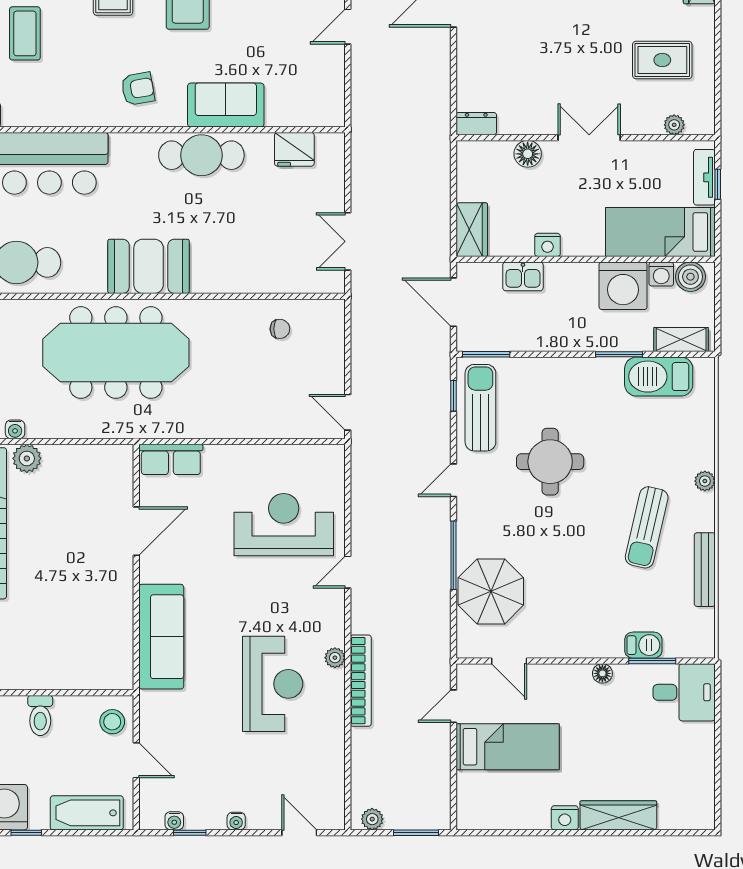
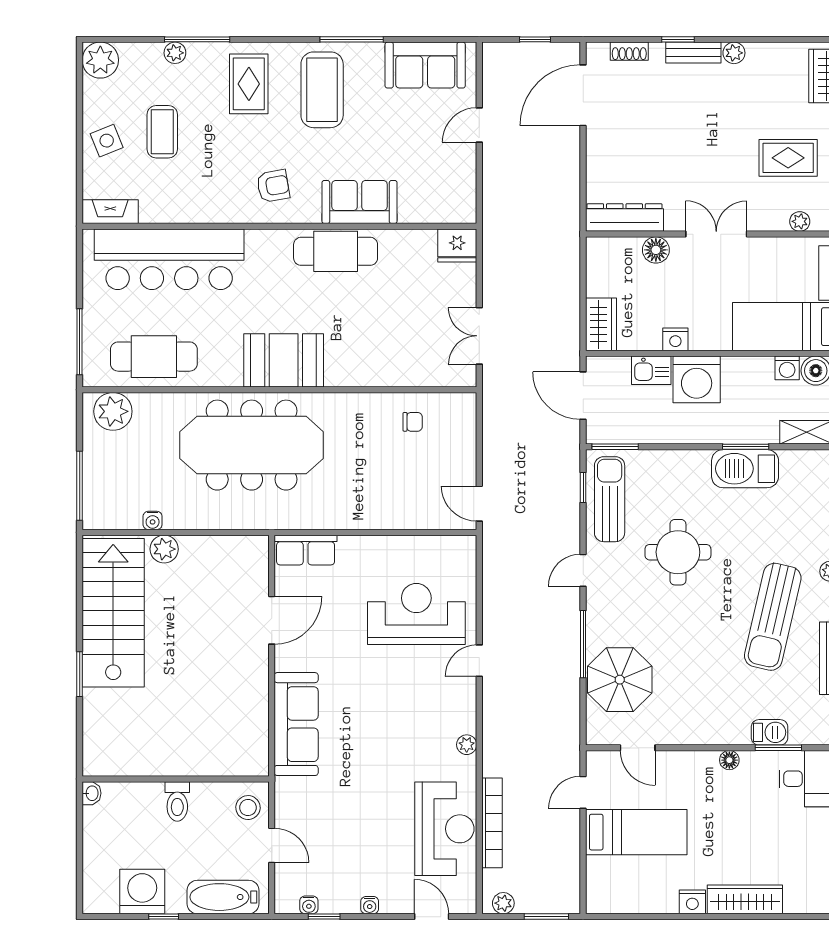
dresser: (476, 124) -> (624, 218), width x1.96, depth x1.24
fridge: (294, 149) -> (457, 246), moved
washing machine: (623, 286) -> (697, 379), moved
barbecue: (659, 377) -> (745, 469), moved
sun lounger: (647, 527) -> (773, 617), width x1.36, depth x1.34
bookcase: (361, 681) -> (492, 823), moved
reception desk: (273, 684) -> (444, 829), moved

